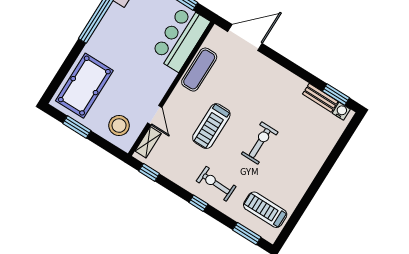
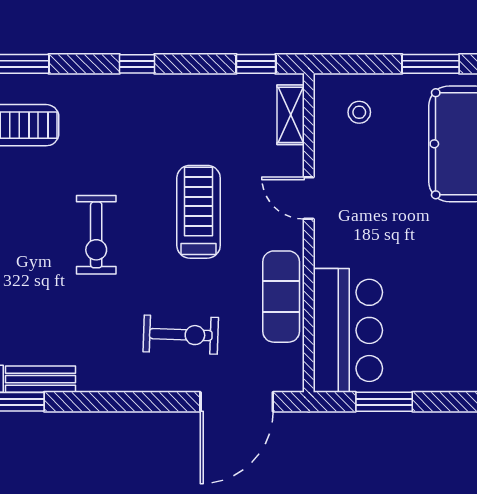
door: (155, 115) -> (309, 198), moved
stool: (119, 126) -> (359, 112), width x0.53, depth x0.53
exercise bike: (216, 184) -> (181, 335), moved

